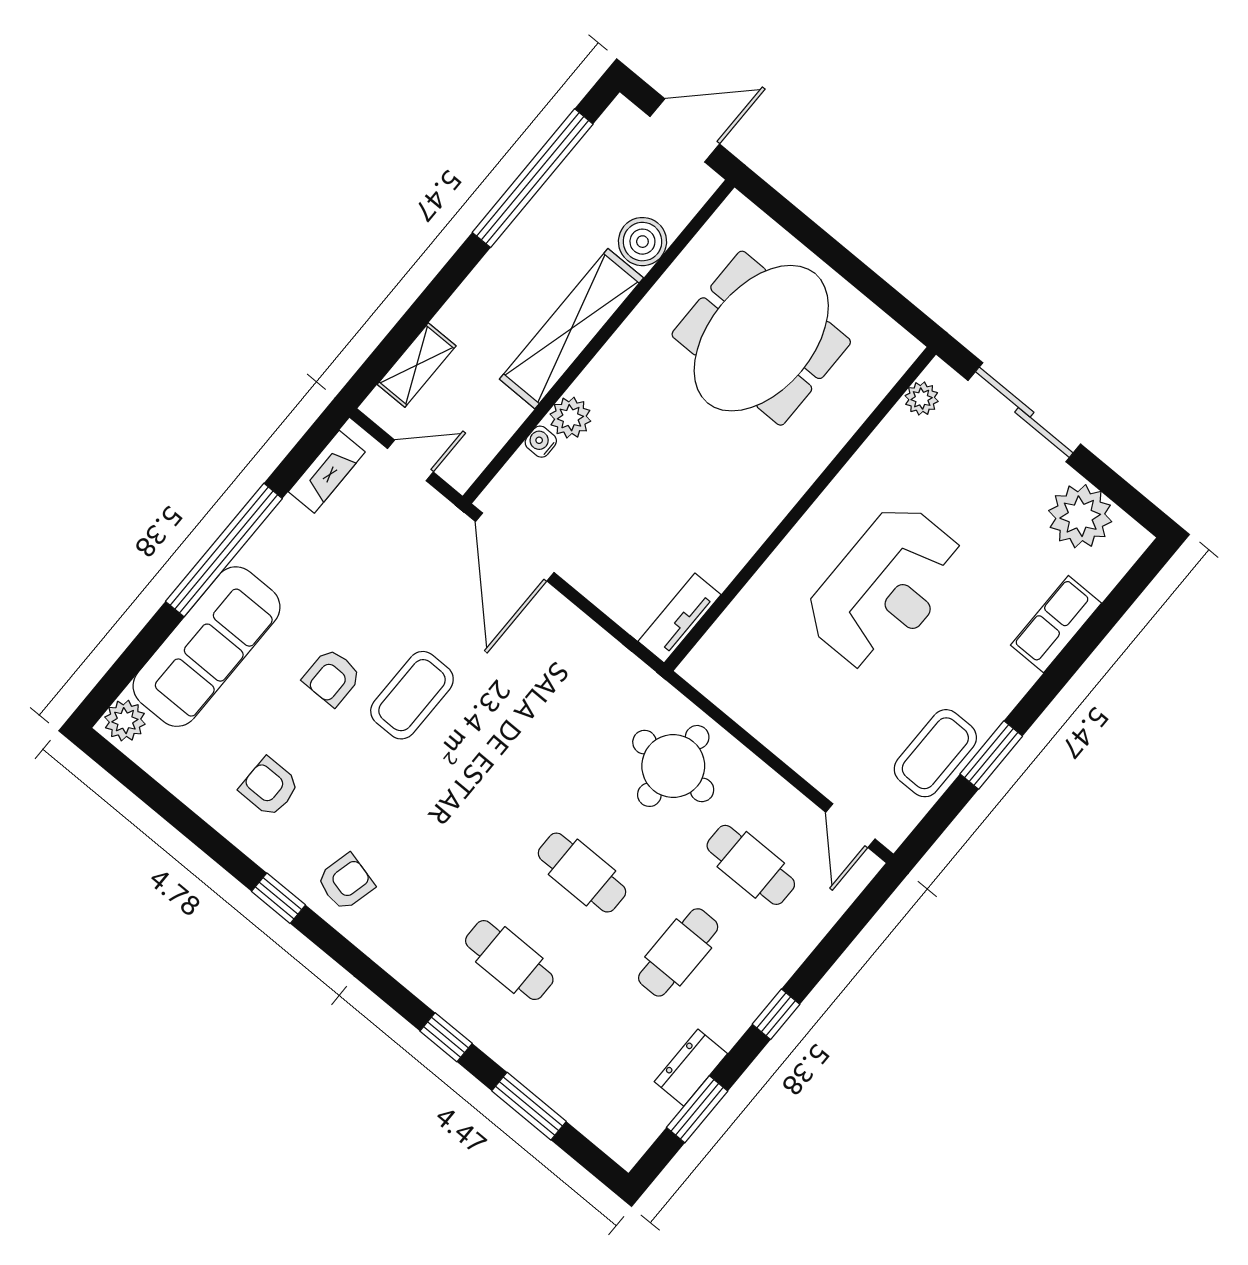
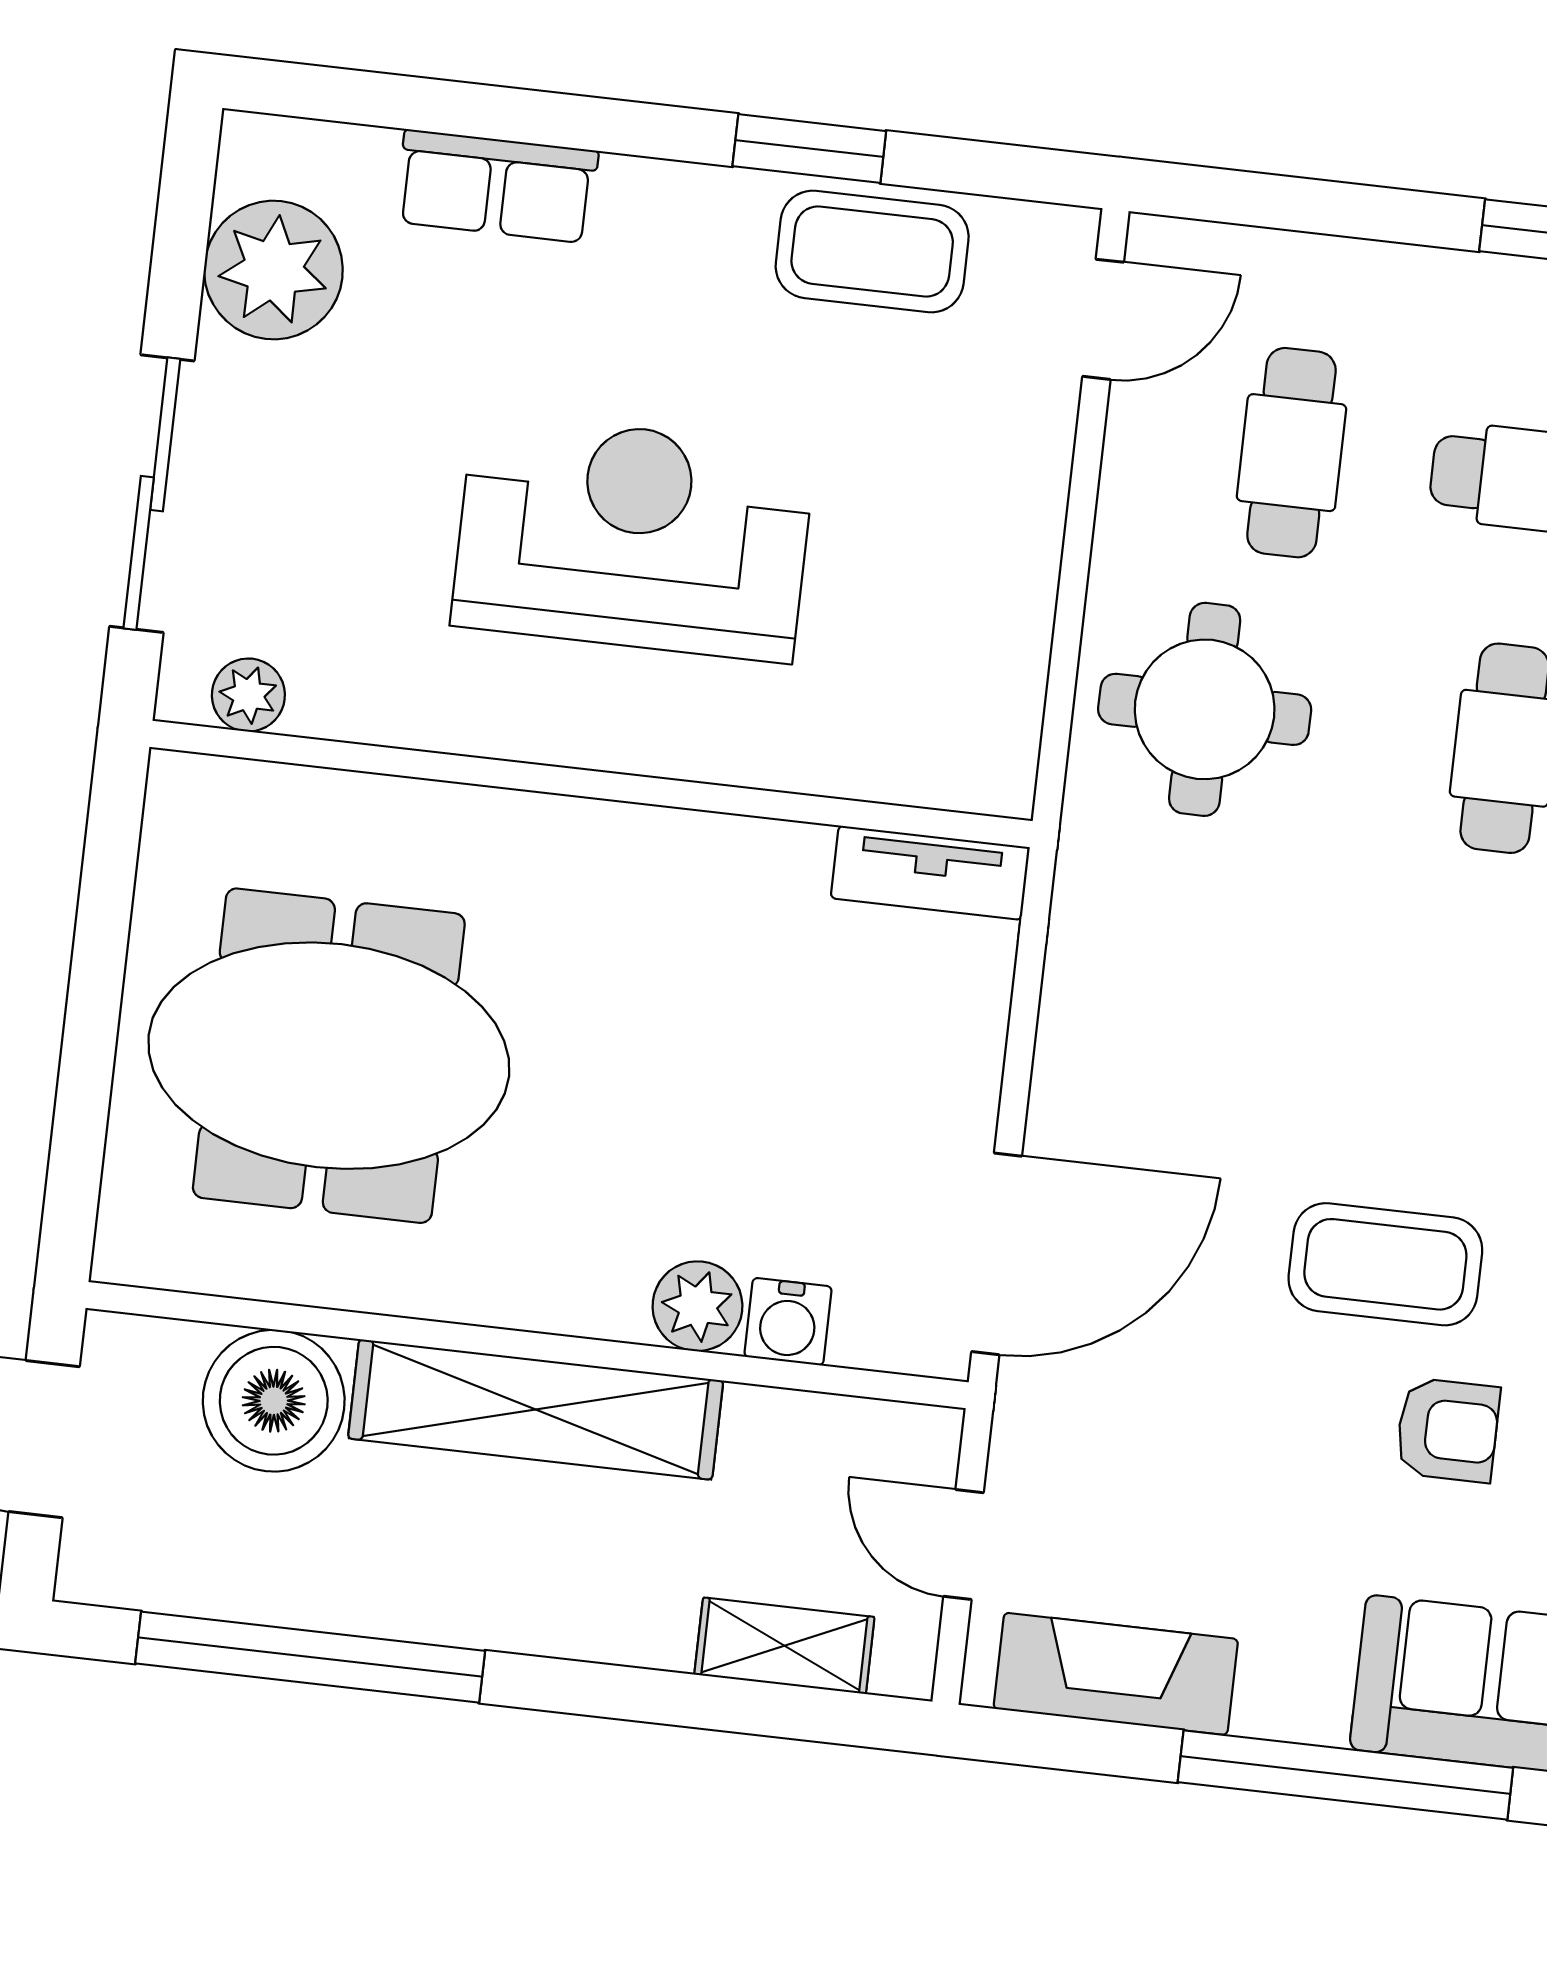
boiler: (642, 242) -> (274, 1401), width x1.37, depth x1.37
water cooler: (541, 442) -> (788, 1322), width x1.38, depth x1.38
fireplace: (327, 472) -> (1116, 1674), width x1.37, depth x1.32

